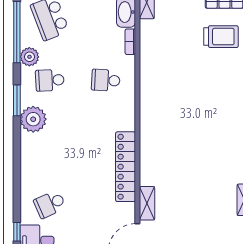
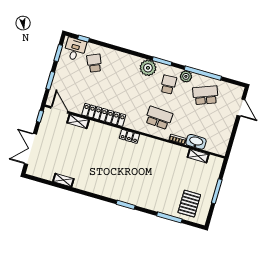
trolley: (221, 37) -> (165, 194), removed
school desk: (106, 80) -> (159, 118), width x1.85
locker: (147, 117) -> (129, 136), added

